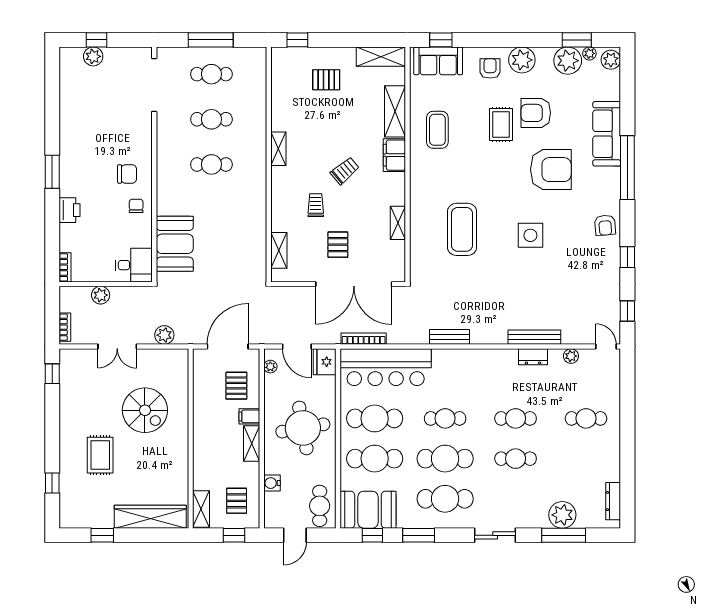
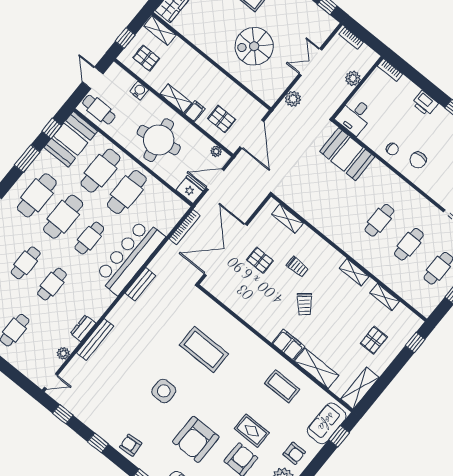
shelving: (398, 223) -> (385, 297), moved
bar counter: (386, 367) -> (130, 257), moved

